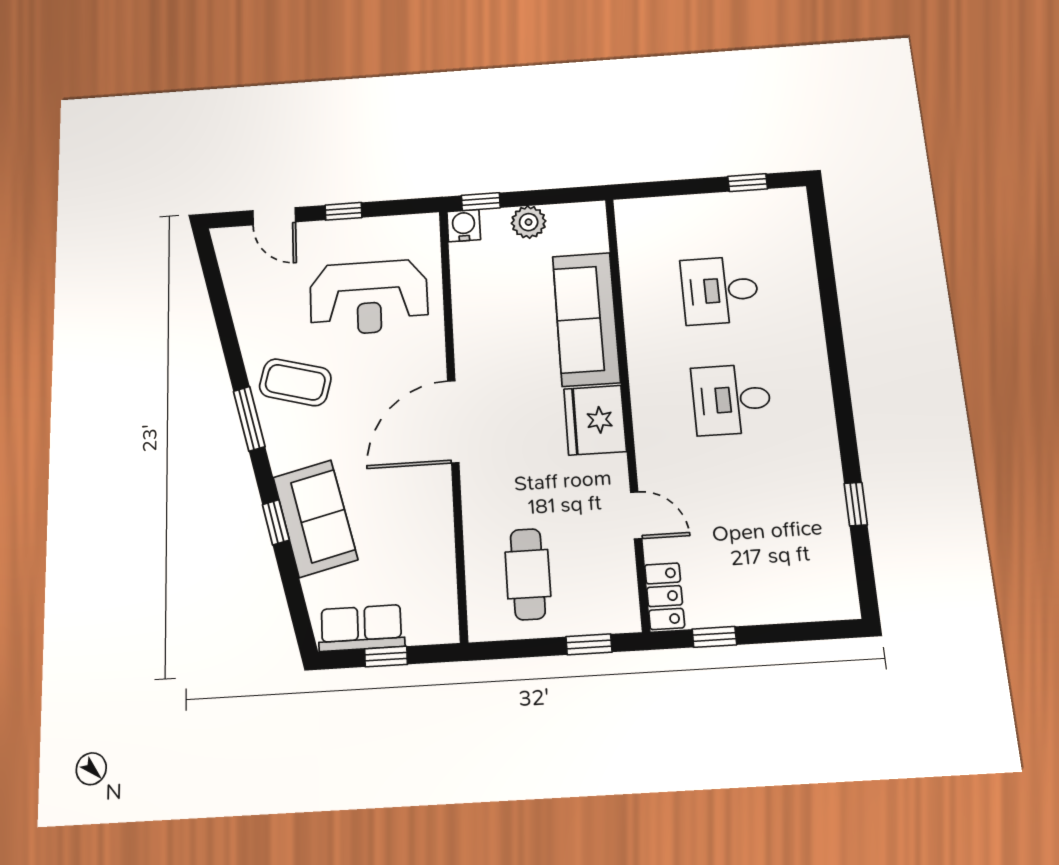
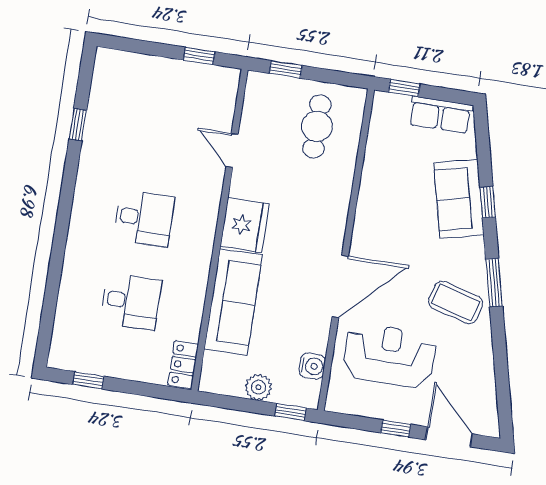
door: (274, 216) -> (449, 437), width x1.38
water cooler: (464, 226) -> (312, 366), moved, turned -90
door: (453, 421) -> (340, 287), moved
locker: (665, 596) -> (183, 365), moved
window: (386, 657) -> (404, 88), moved

